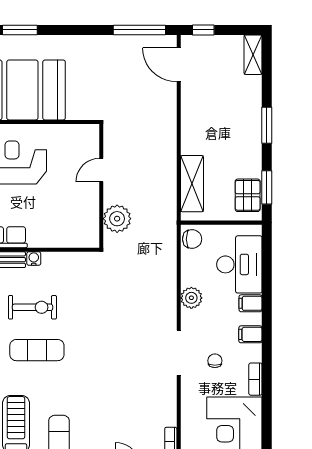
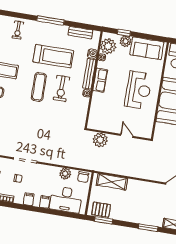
window: (267, 125) -> (148, 228), moved
plant: (191, 298) -> (65, 174), moved

